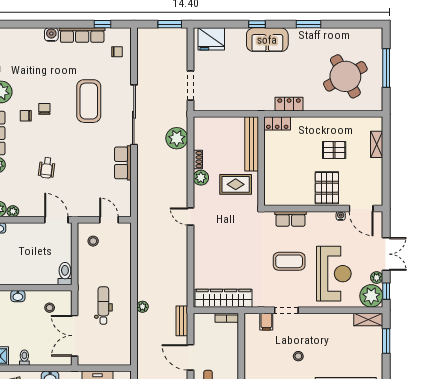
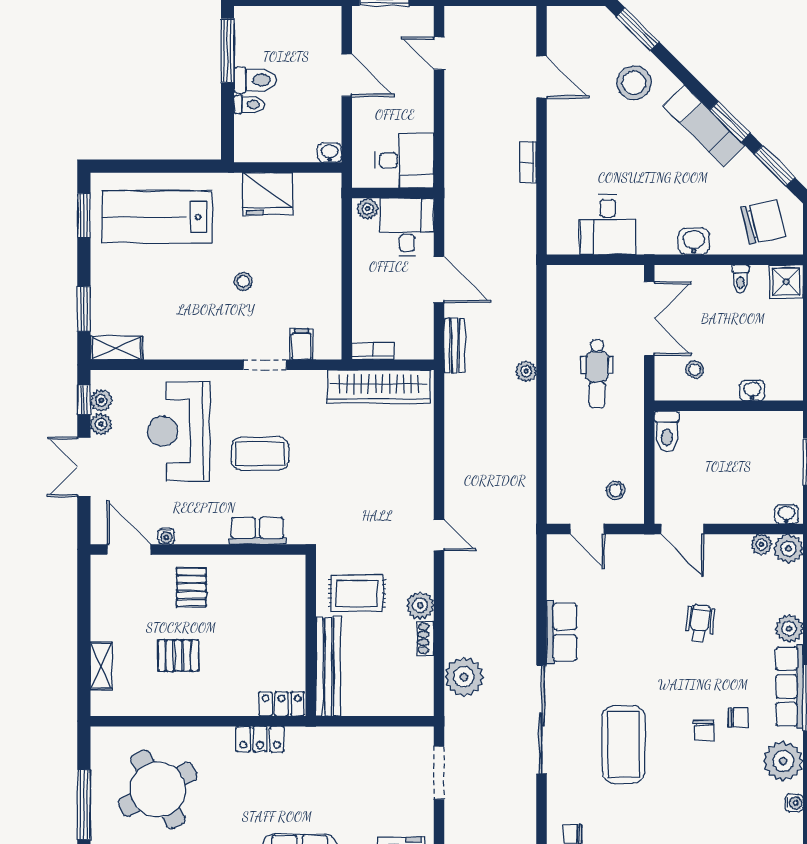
pallet: (327, 188) -> (191, 587), width x0.67, depth x0.71
plant: (371, 296) -> (101, 400), width x0.53, depth x0.53

